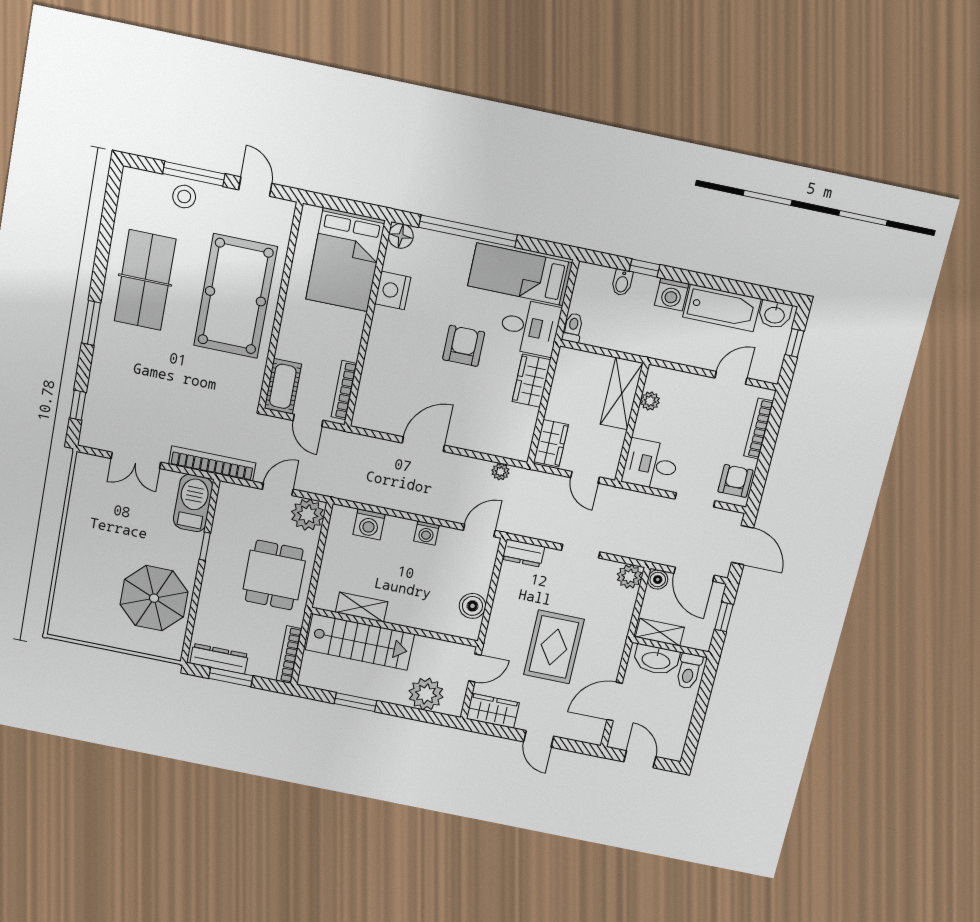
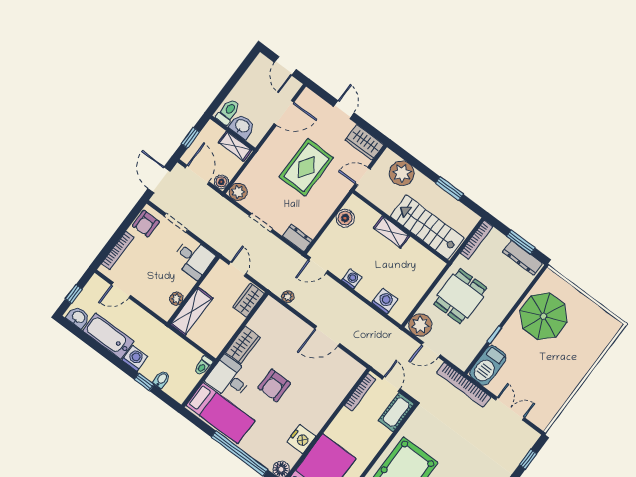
shelving: (362, 607) -> (392, 232), moved
washbasin: (656, 660) -> (242, 126), width x0.72

